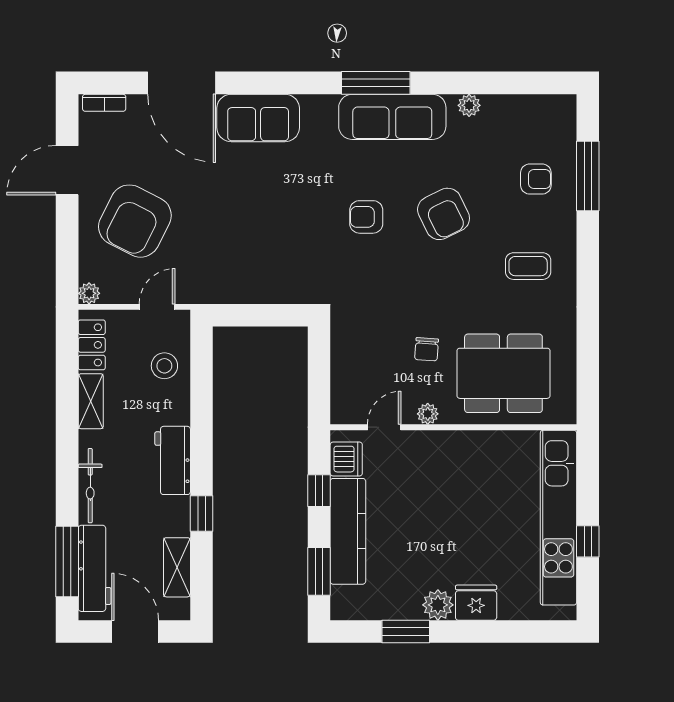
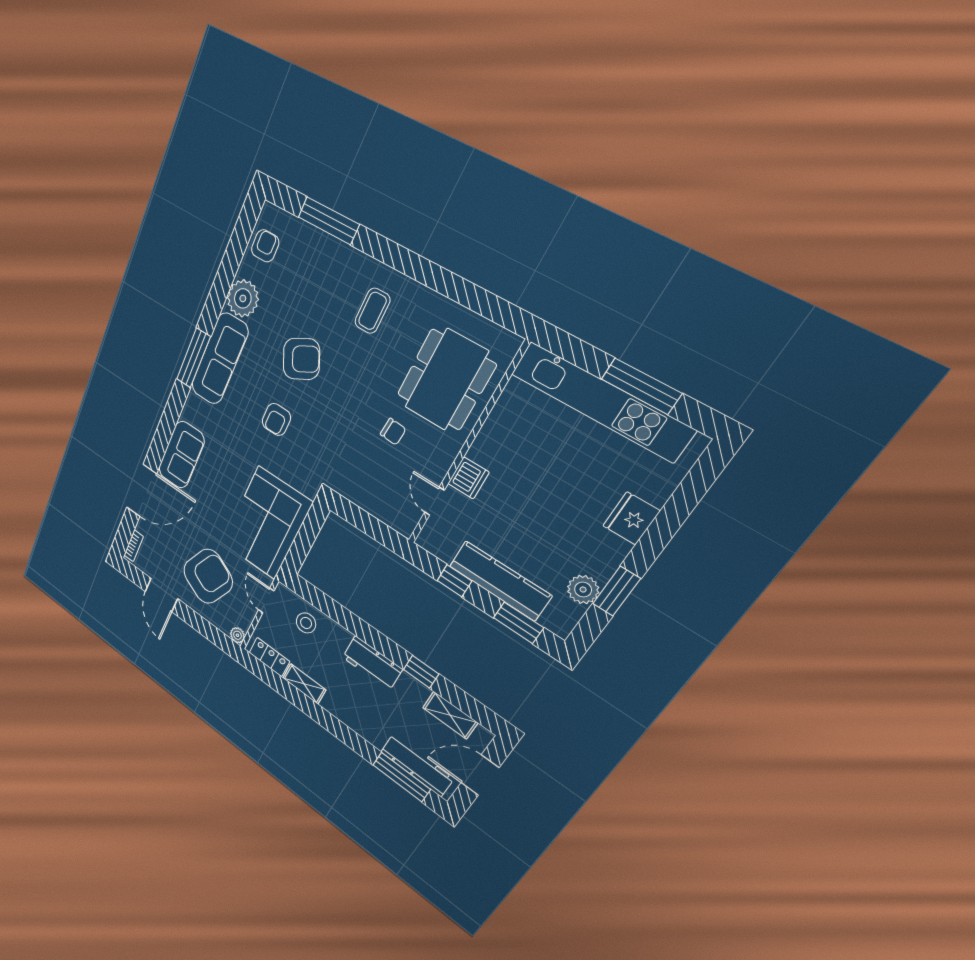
plant: (469, 105) -> (243, 298), width x1.87, depth x1.87
armchair: (536, 179) -> (265, 246), moved
armchair: (135, 221) -> (208, 576), turned -91
corner sofa: (247, 262) -> (267, 523), added
plant: (428, 414) -> (443, 461), removed
dishwasher: (346, 459) -> (468, 478), moved, turned 90
bicycle: (90, 486) -> (359, 725), removed
window: (588, 541) -> (641, 386), width x2.17
plant: (438, 605) -> (583, 590), moved

